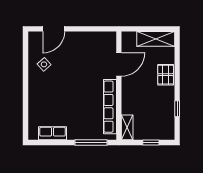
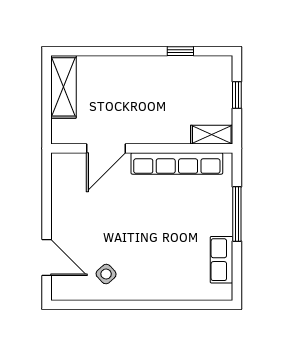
door: (119, 64) -> (106, 148), swing flipped
pallet: (166, 75) -> (123, 70), removed
window: (91, 143) -> (237, 214), moved

